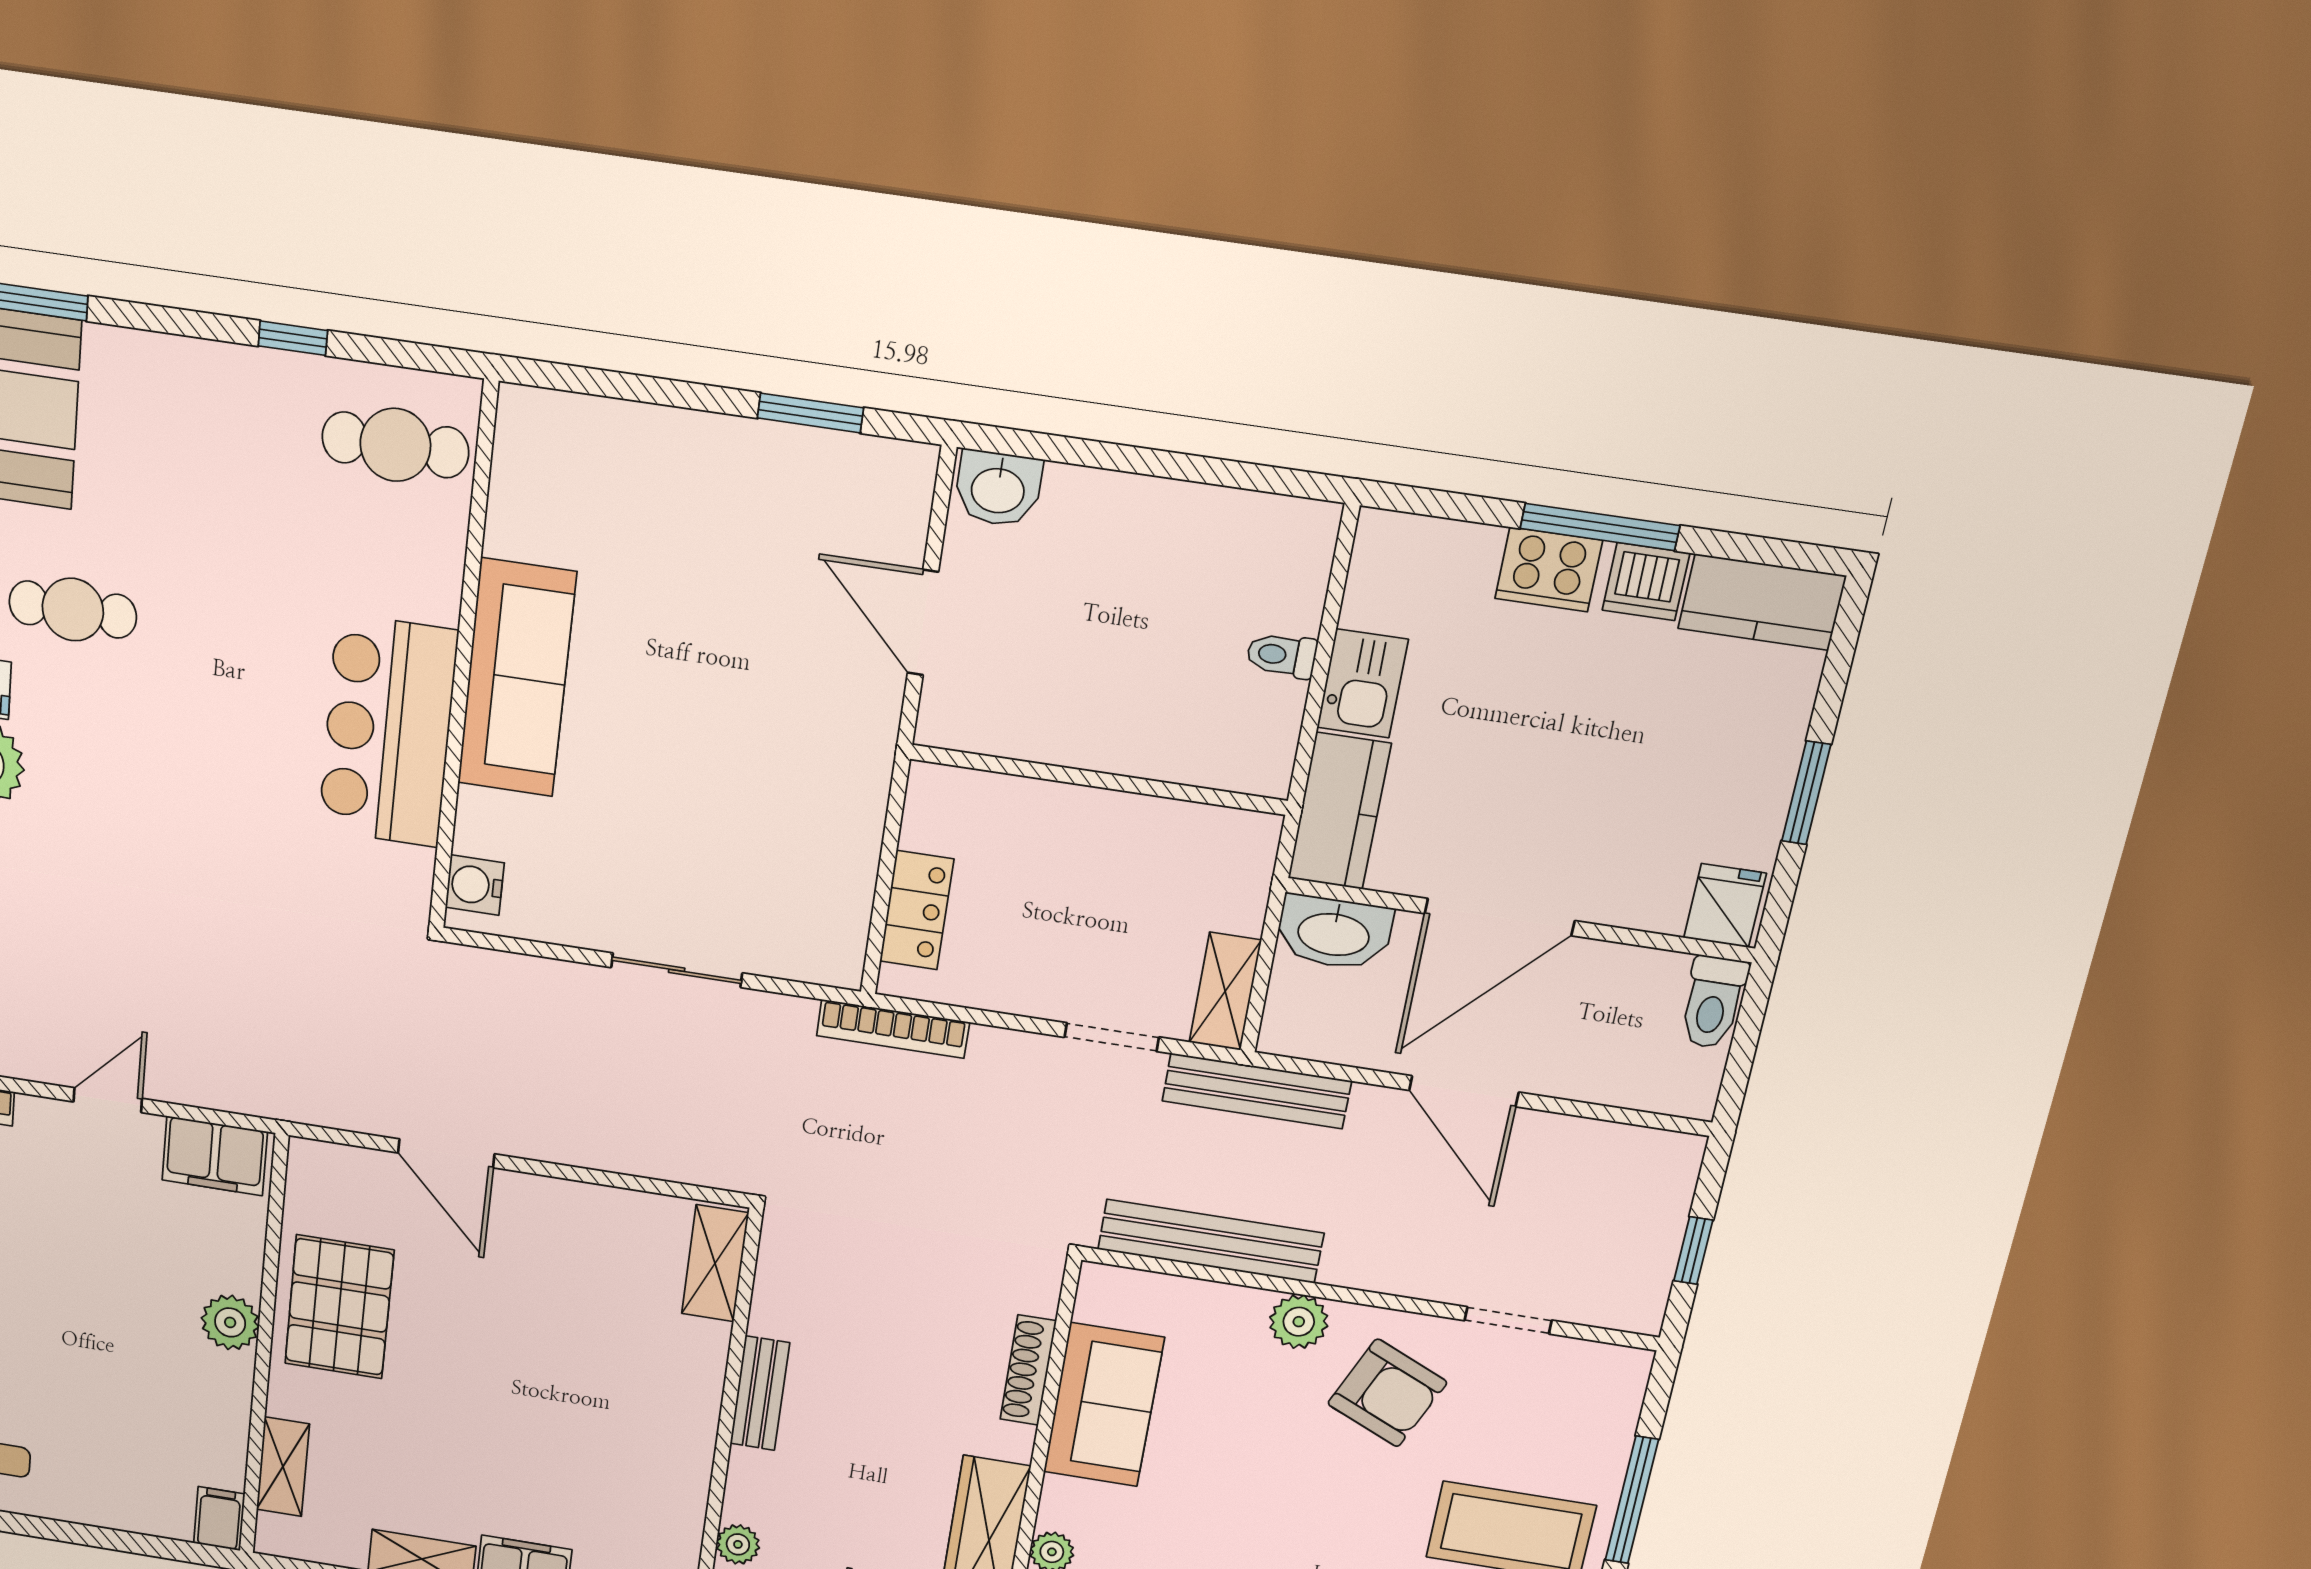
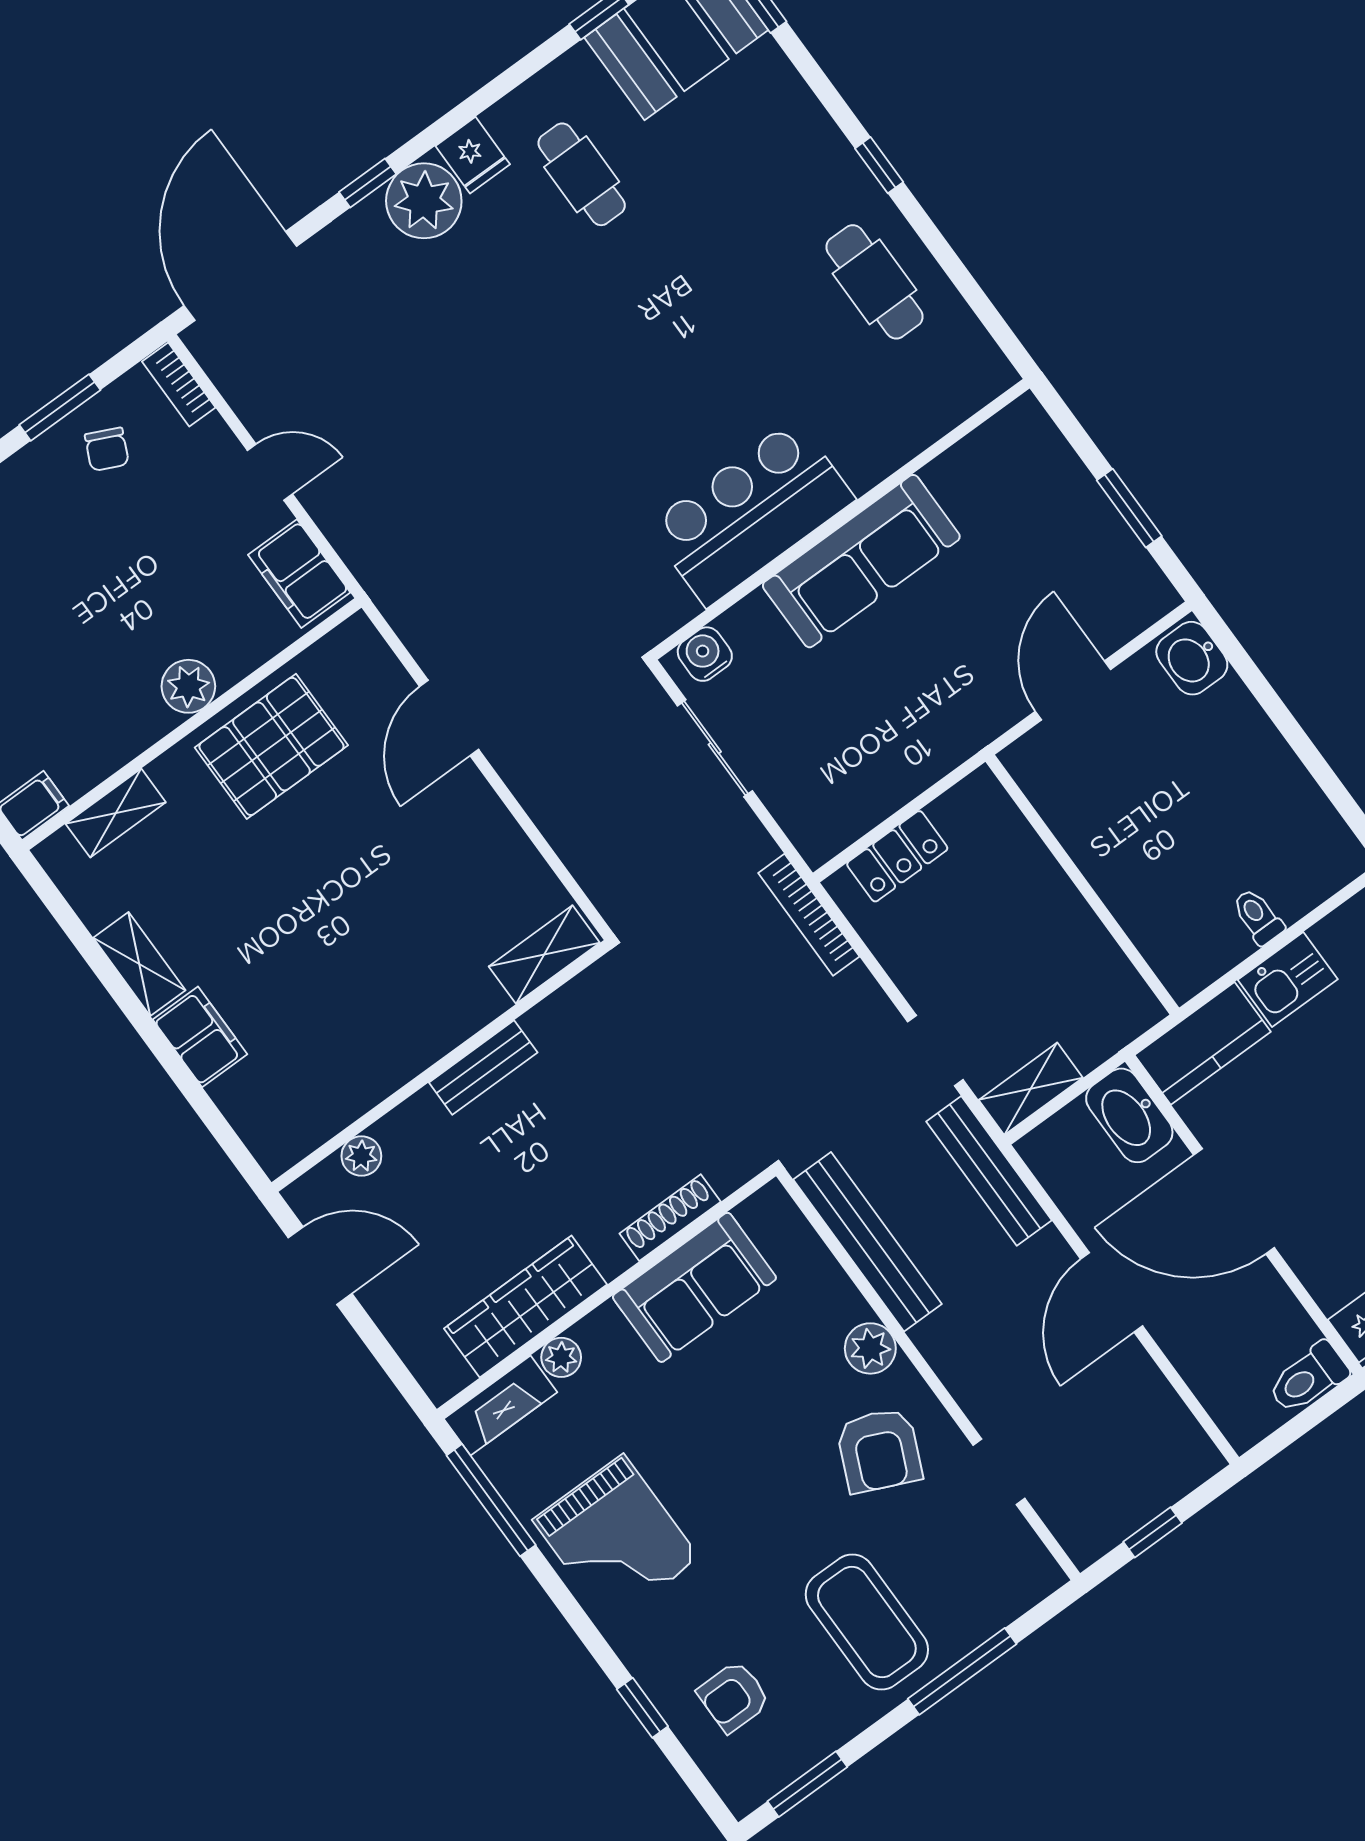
wall: (463, 661) -> (840, 519), moved
sofa: (517, 678) -> (861, 561), moved
bar counter: (388, 731) -> (751, 513), moved
water cooler: (475, 885) -> (705, 654), moved

